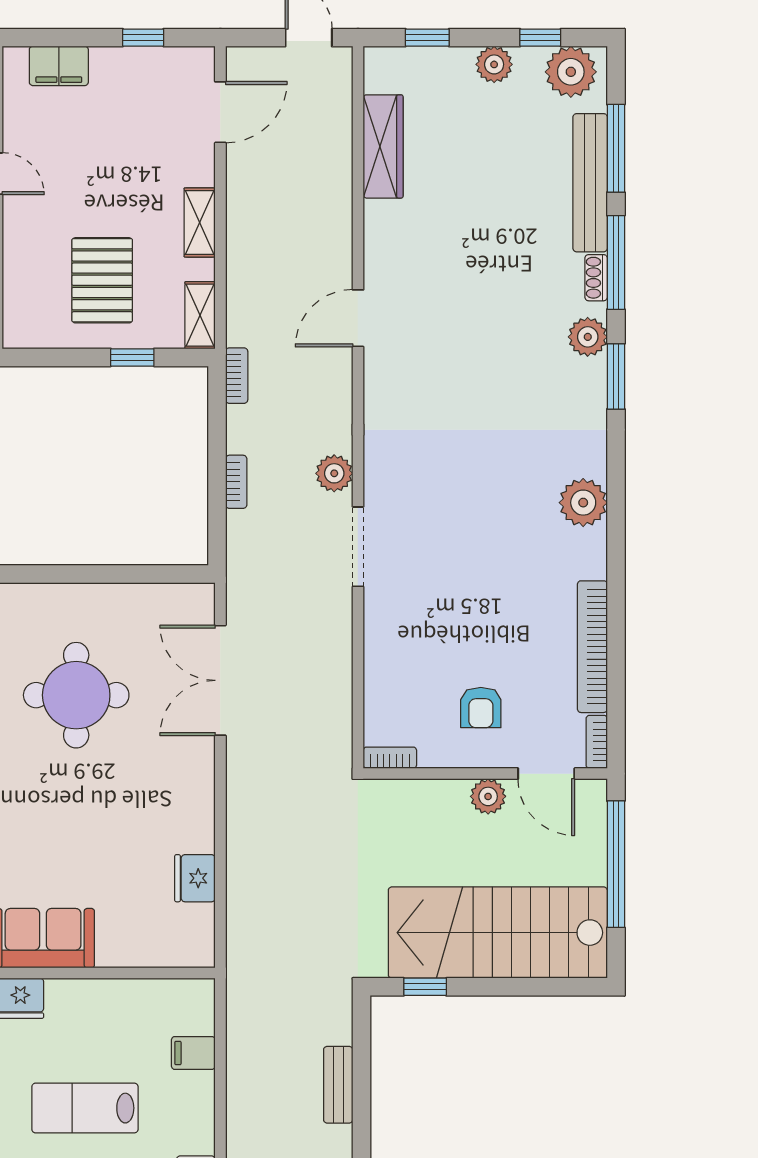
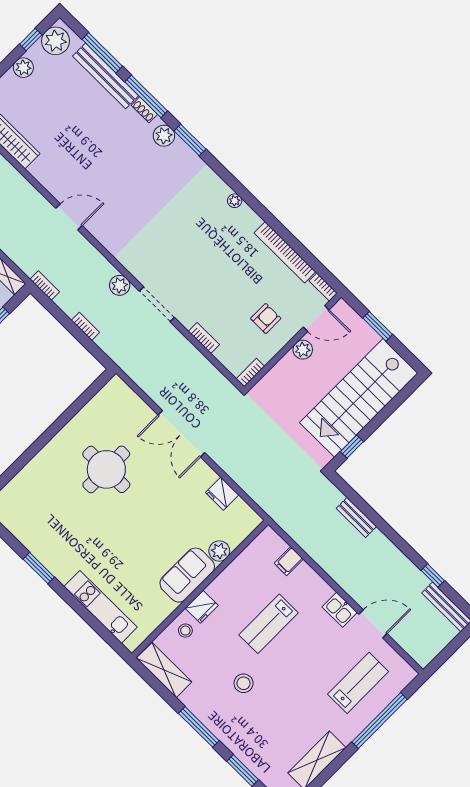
door: (358, 318) -> (69, 217), swing flipped
plant: (583, 503) -> (235, 201), width x0.53, depth x0.53
bookcase: (375, 652) -> (204, 338), added
double door: (220, 680) -> (181, 434), moved
armchair: (481, 708) -> (266, 318), turned -90
window: (616, 864) -> (378, 326), width x0.47
plant: (116, 949) -> (219, 551), added

